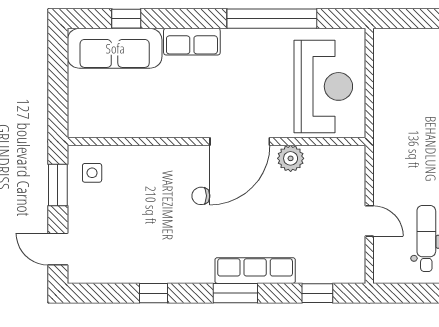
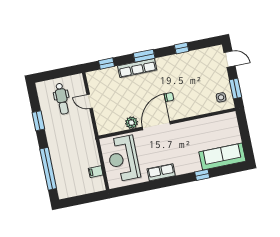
window: (126, 19) -> (202, 175), moved
window: (272, 19) -> (153, 185), removed
row of seats: (192, 42) -> (161, 172), moved
filing cabinet: (387, 71) -> (96, 172), added

